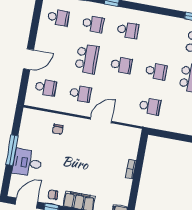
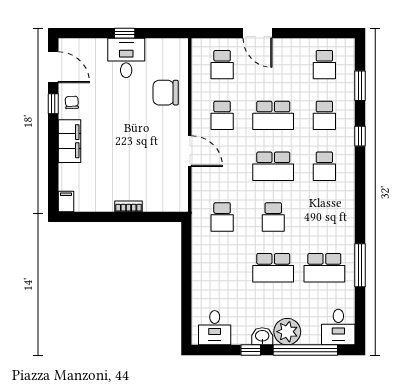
school desk: (121, 65) -> (273, 166), width x1.85
chair: (58, 129) -> (166, 93), width x1.87, depth x1.87
window: (12, 150) -> (125, 33), width x0.46
desk: (27, 163) -> (126, 58), moved

